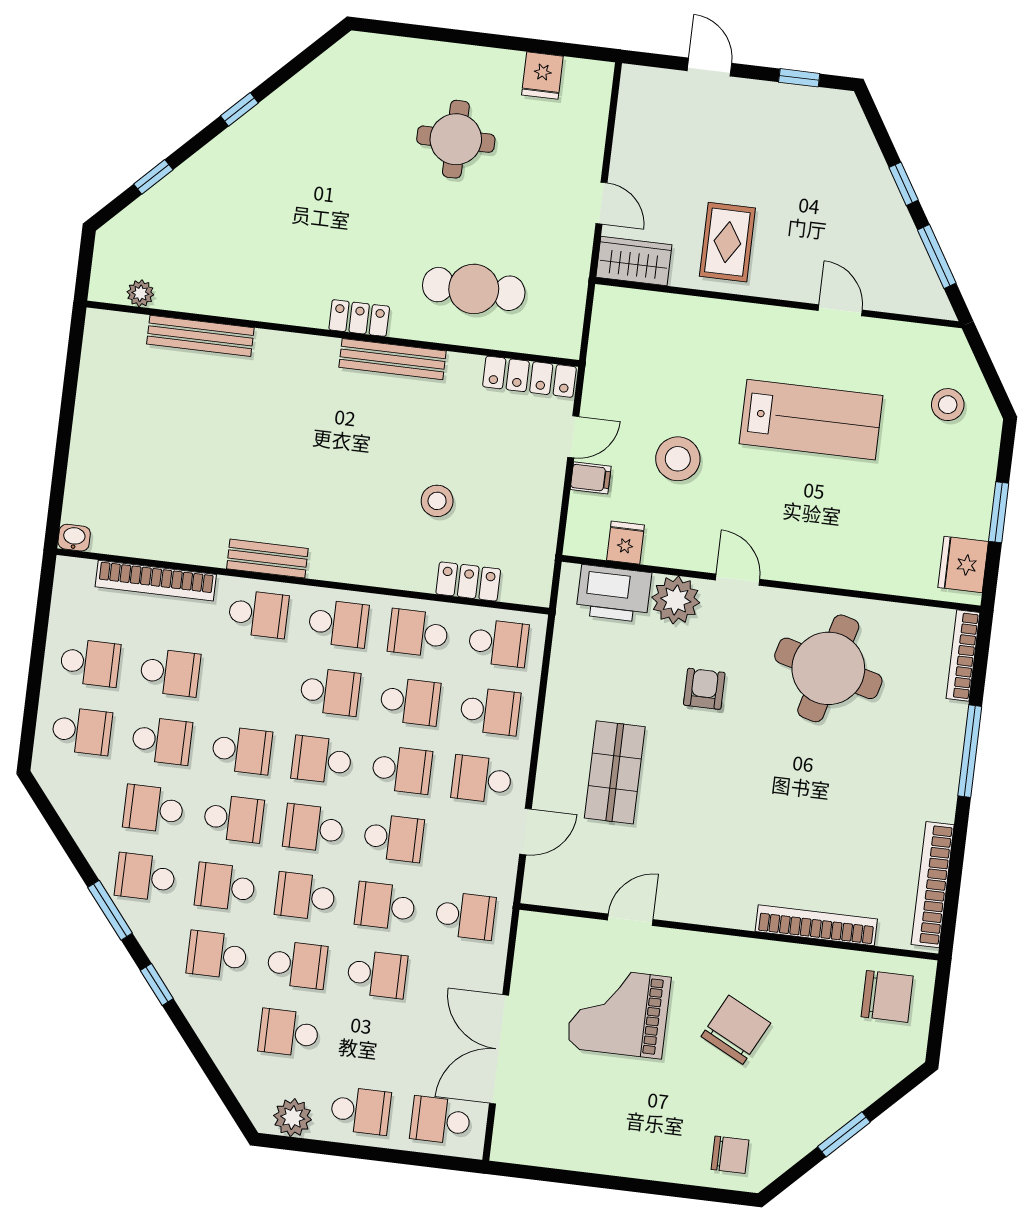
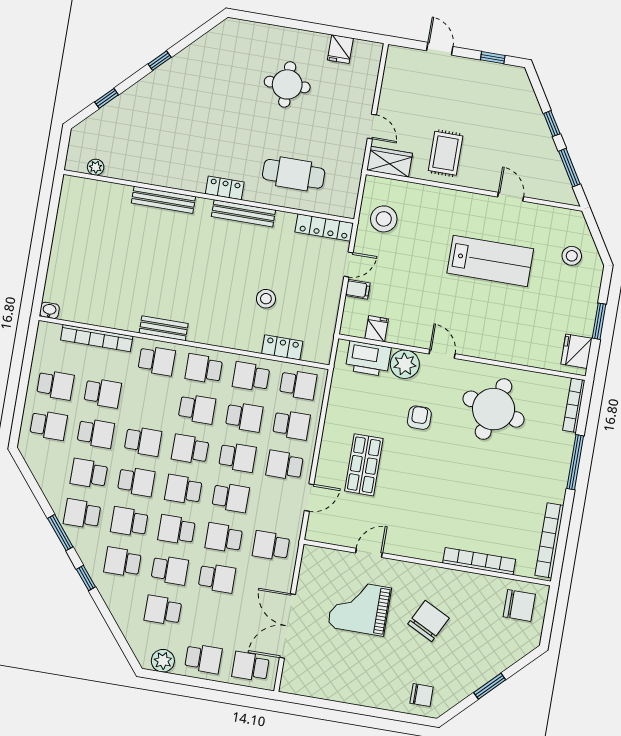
bench: (200, 336) -> (163, 200), moved
stool: (678, 459) -> (384, 219), moved
school desk: (338, 624) -> (204, 369), turned 180
school desk: (465, 916) -> (271, 546), turned 180

